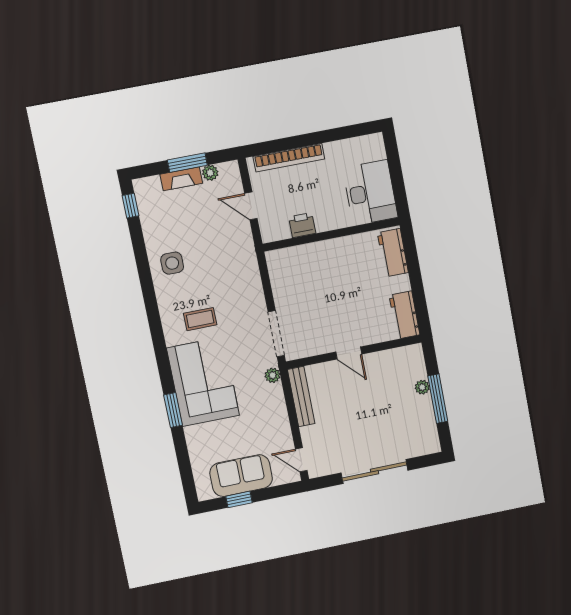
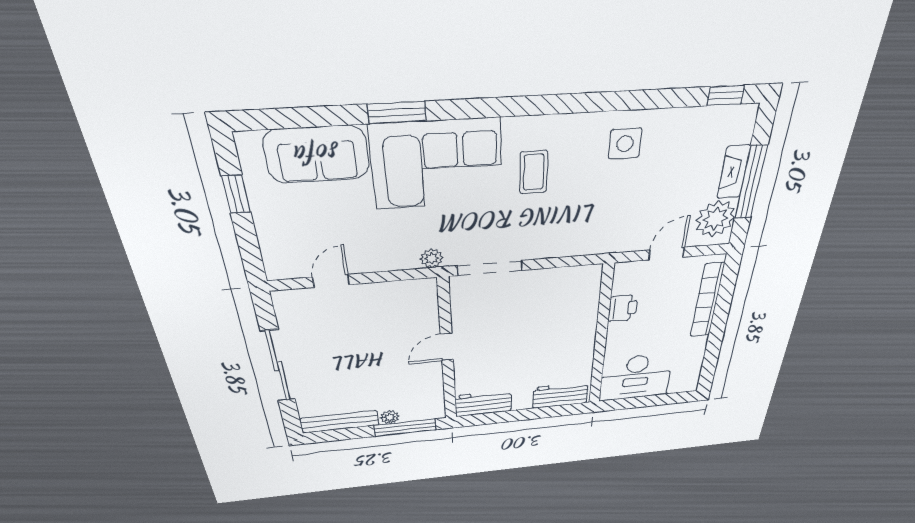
window: (187, 163) -> (751, 182), width x1.44
plant: (210, 173) -> (715, 219), width x1.88, depth x1.88
bench: (301, 397) -> (340, 422), moved
window: (438, 399) -> (405, 428), moved
door: (301, 460) -> (331, 281), moved
sofa: (241, 476) -> (317, 154), moved, turned 90

